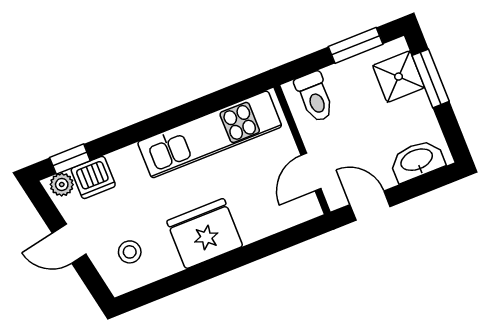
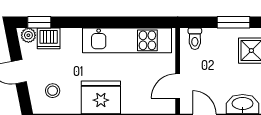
toilet: (315, 97) -> (195, 39), width x0.73, depth x0.72

